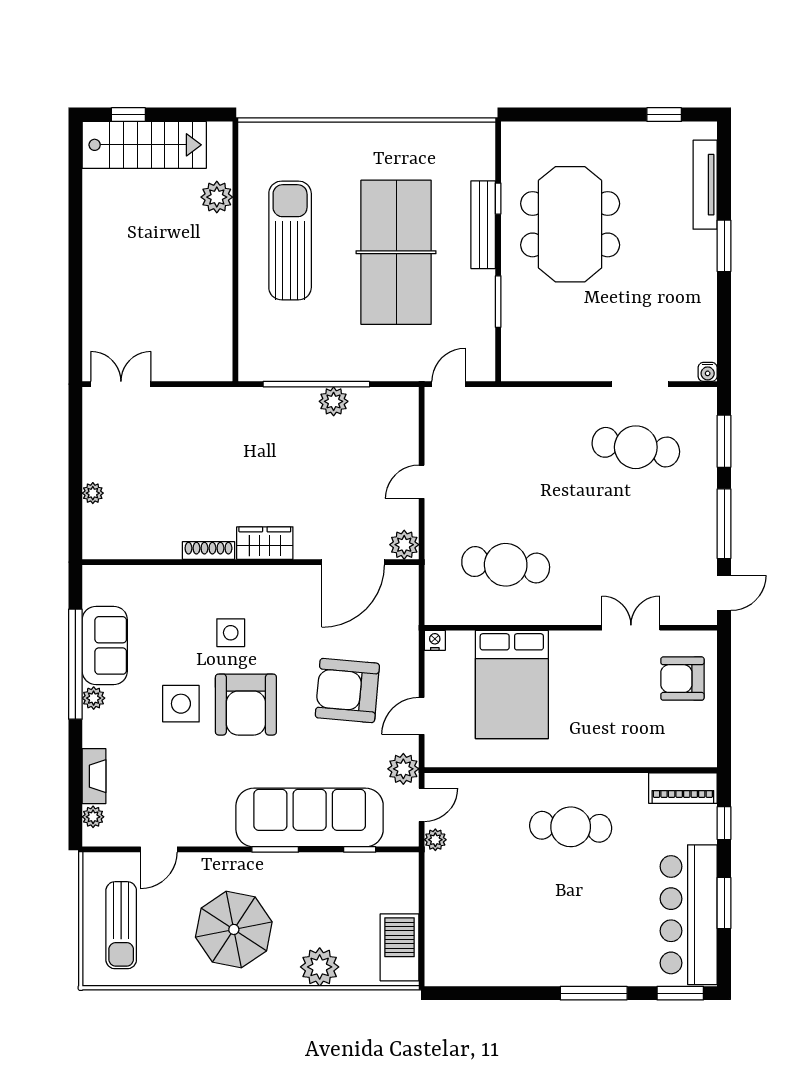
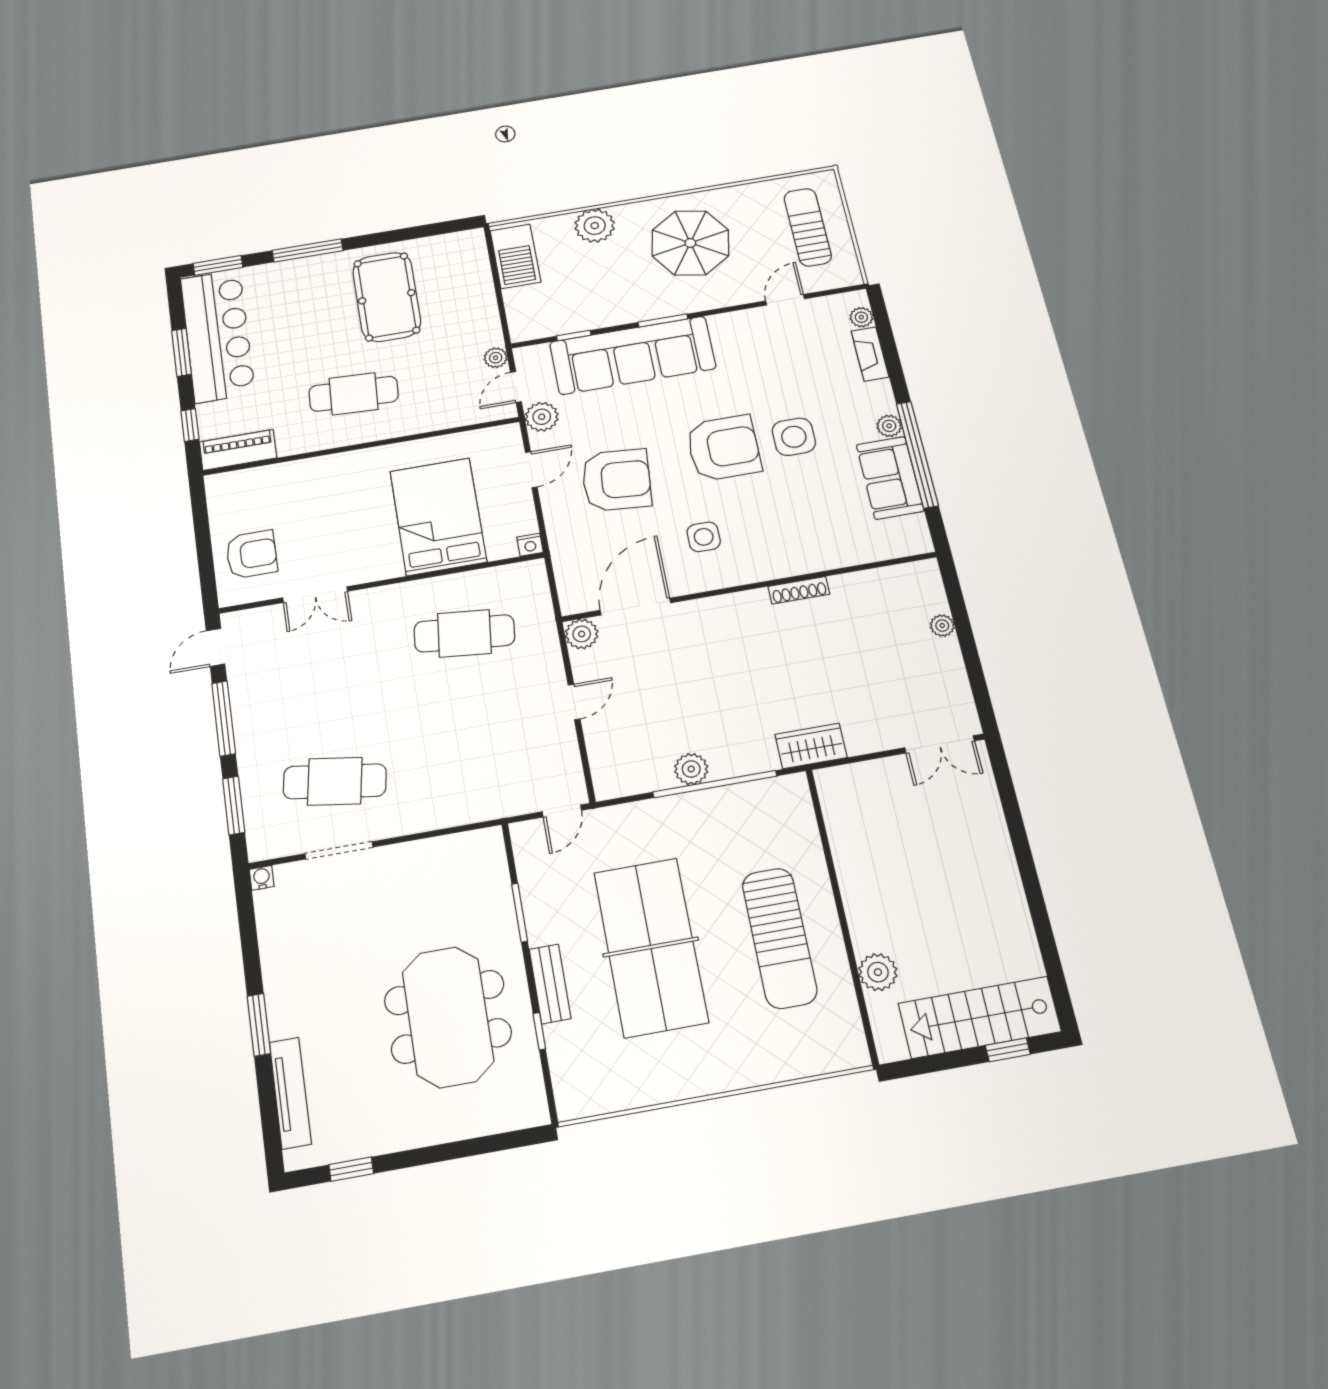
bench: (483, 225) -> (550, 984), width x0.73
wardrobe: (265, 543) -> (811, 746), moved, turned 180
side table: (231, 633) -> (704, 537), moved
armchair: (246, 705) -> (724, 448), turned 90
pool table: (526, 926) -> (387, 297), added

